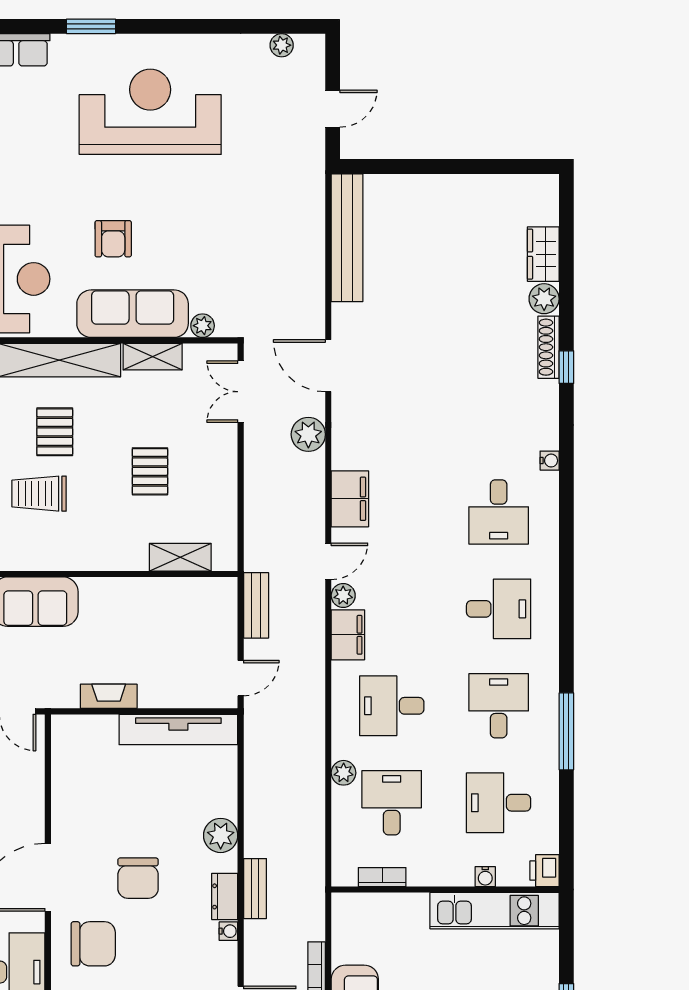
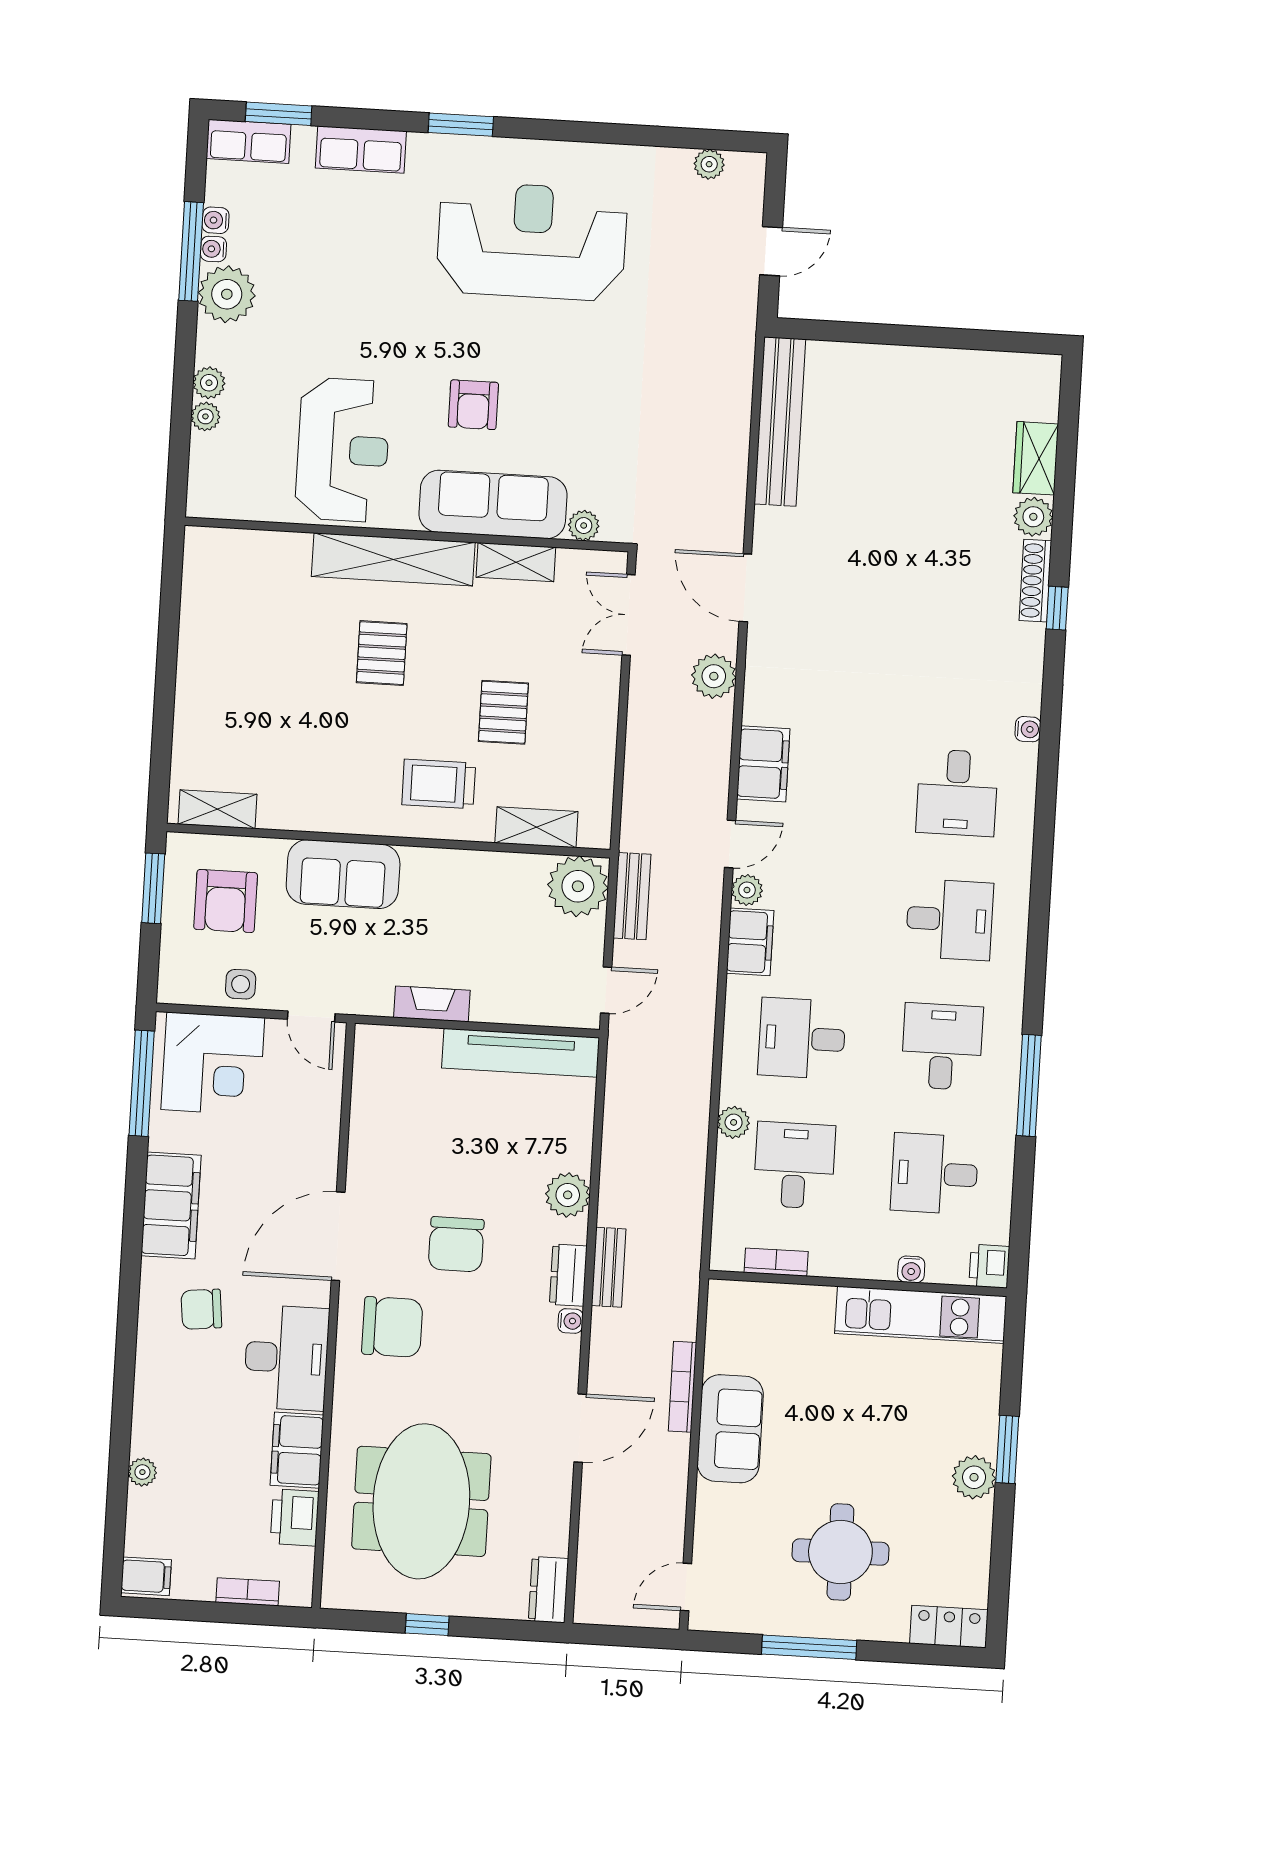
trolley: (39, 494) -> (439, 784), moved
plant: (214, 600) -> (578, 886), added

